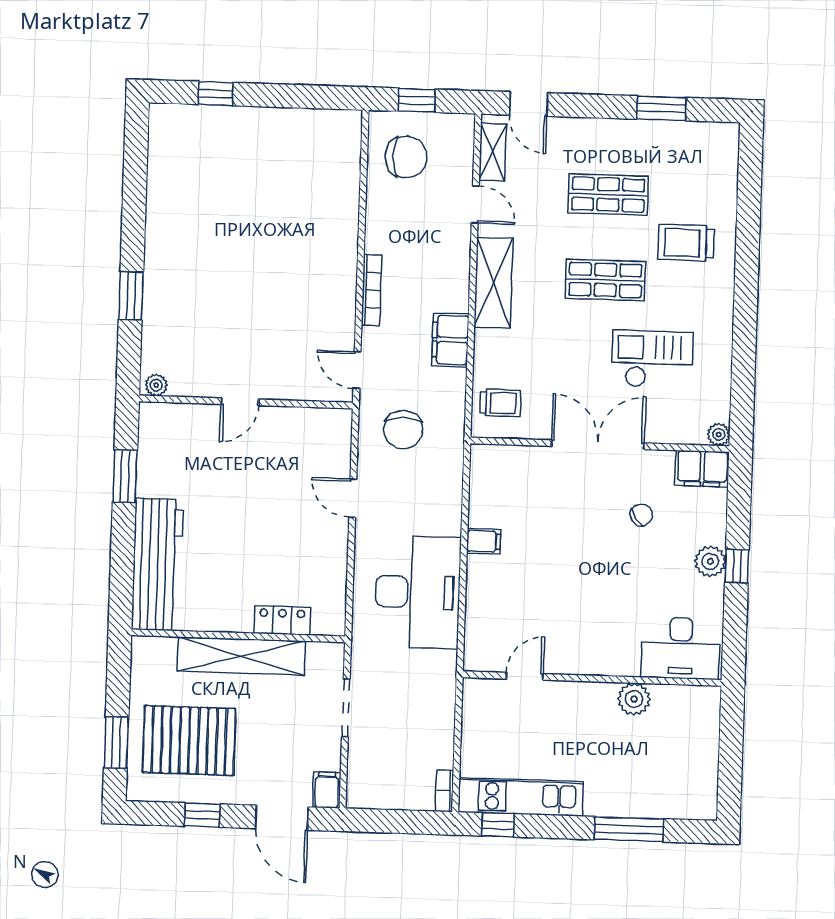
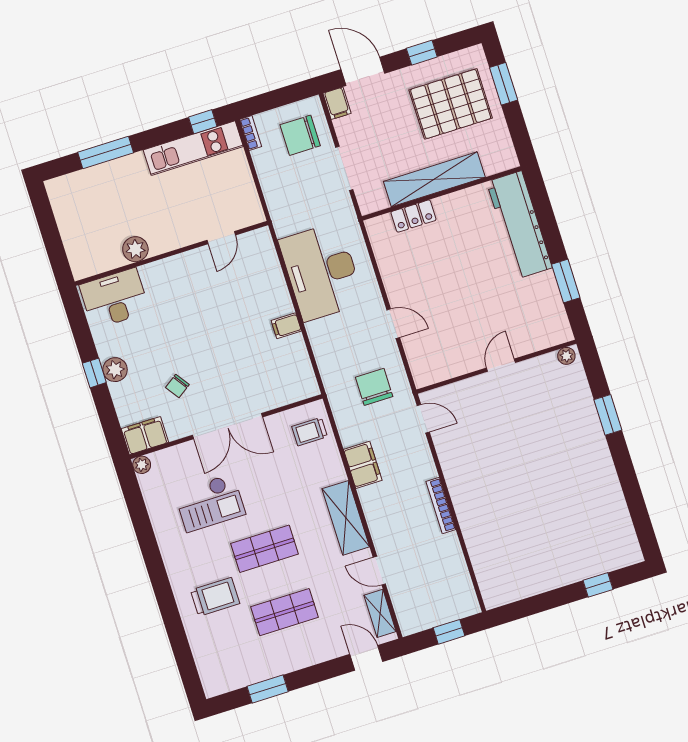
chair: (406, 157) -> (300, 135), moved
bookcase: (372, 290) -> (441, 505), moved

